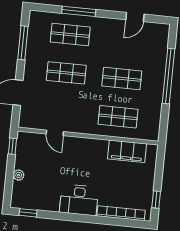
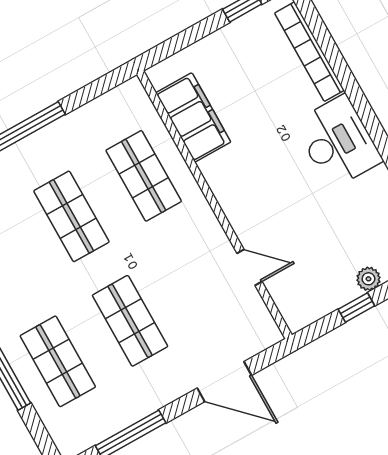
door: (55, 133) -> (250, 267), hinge flipped
window: (13, 146) -> (356, 308), moved

